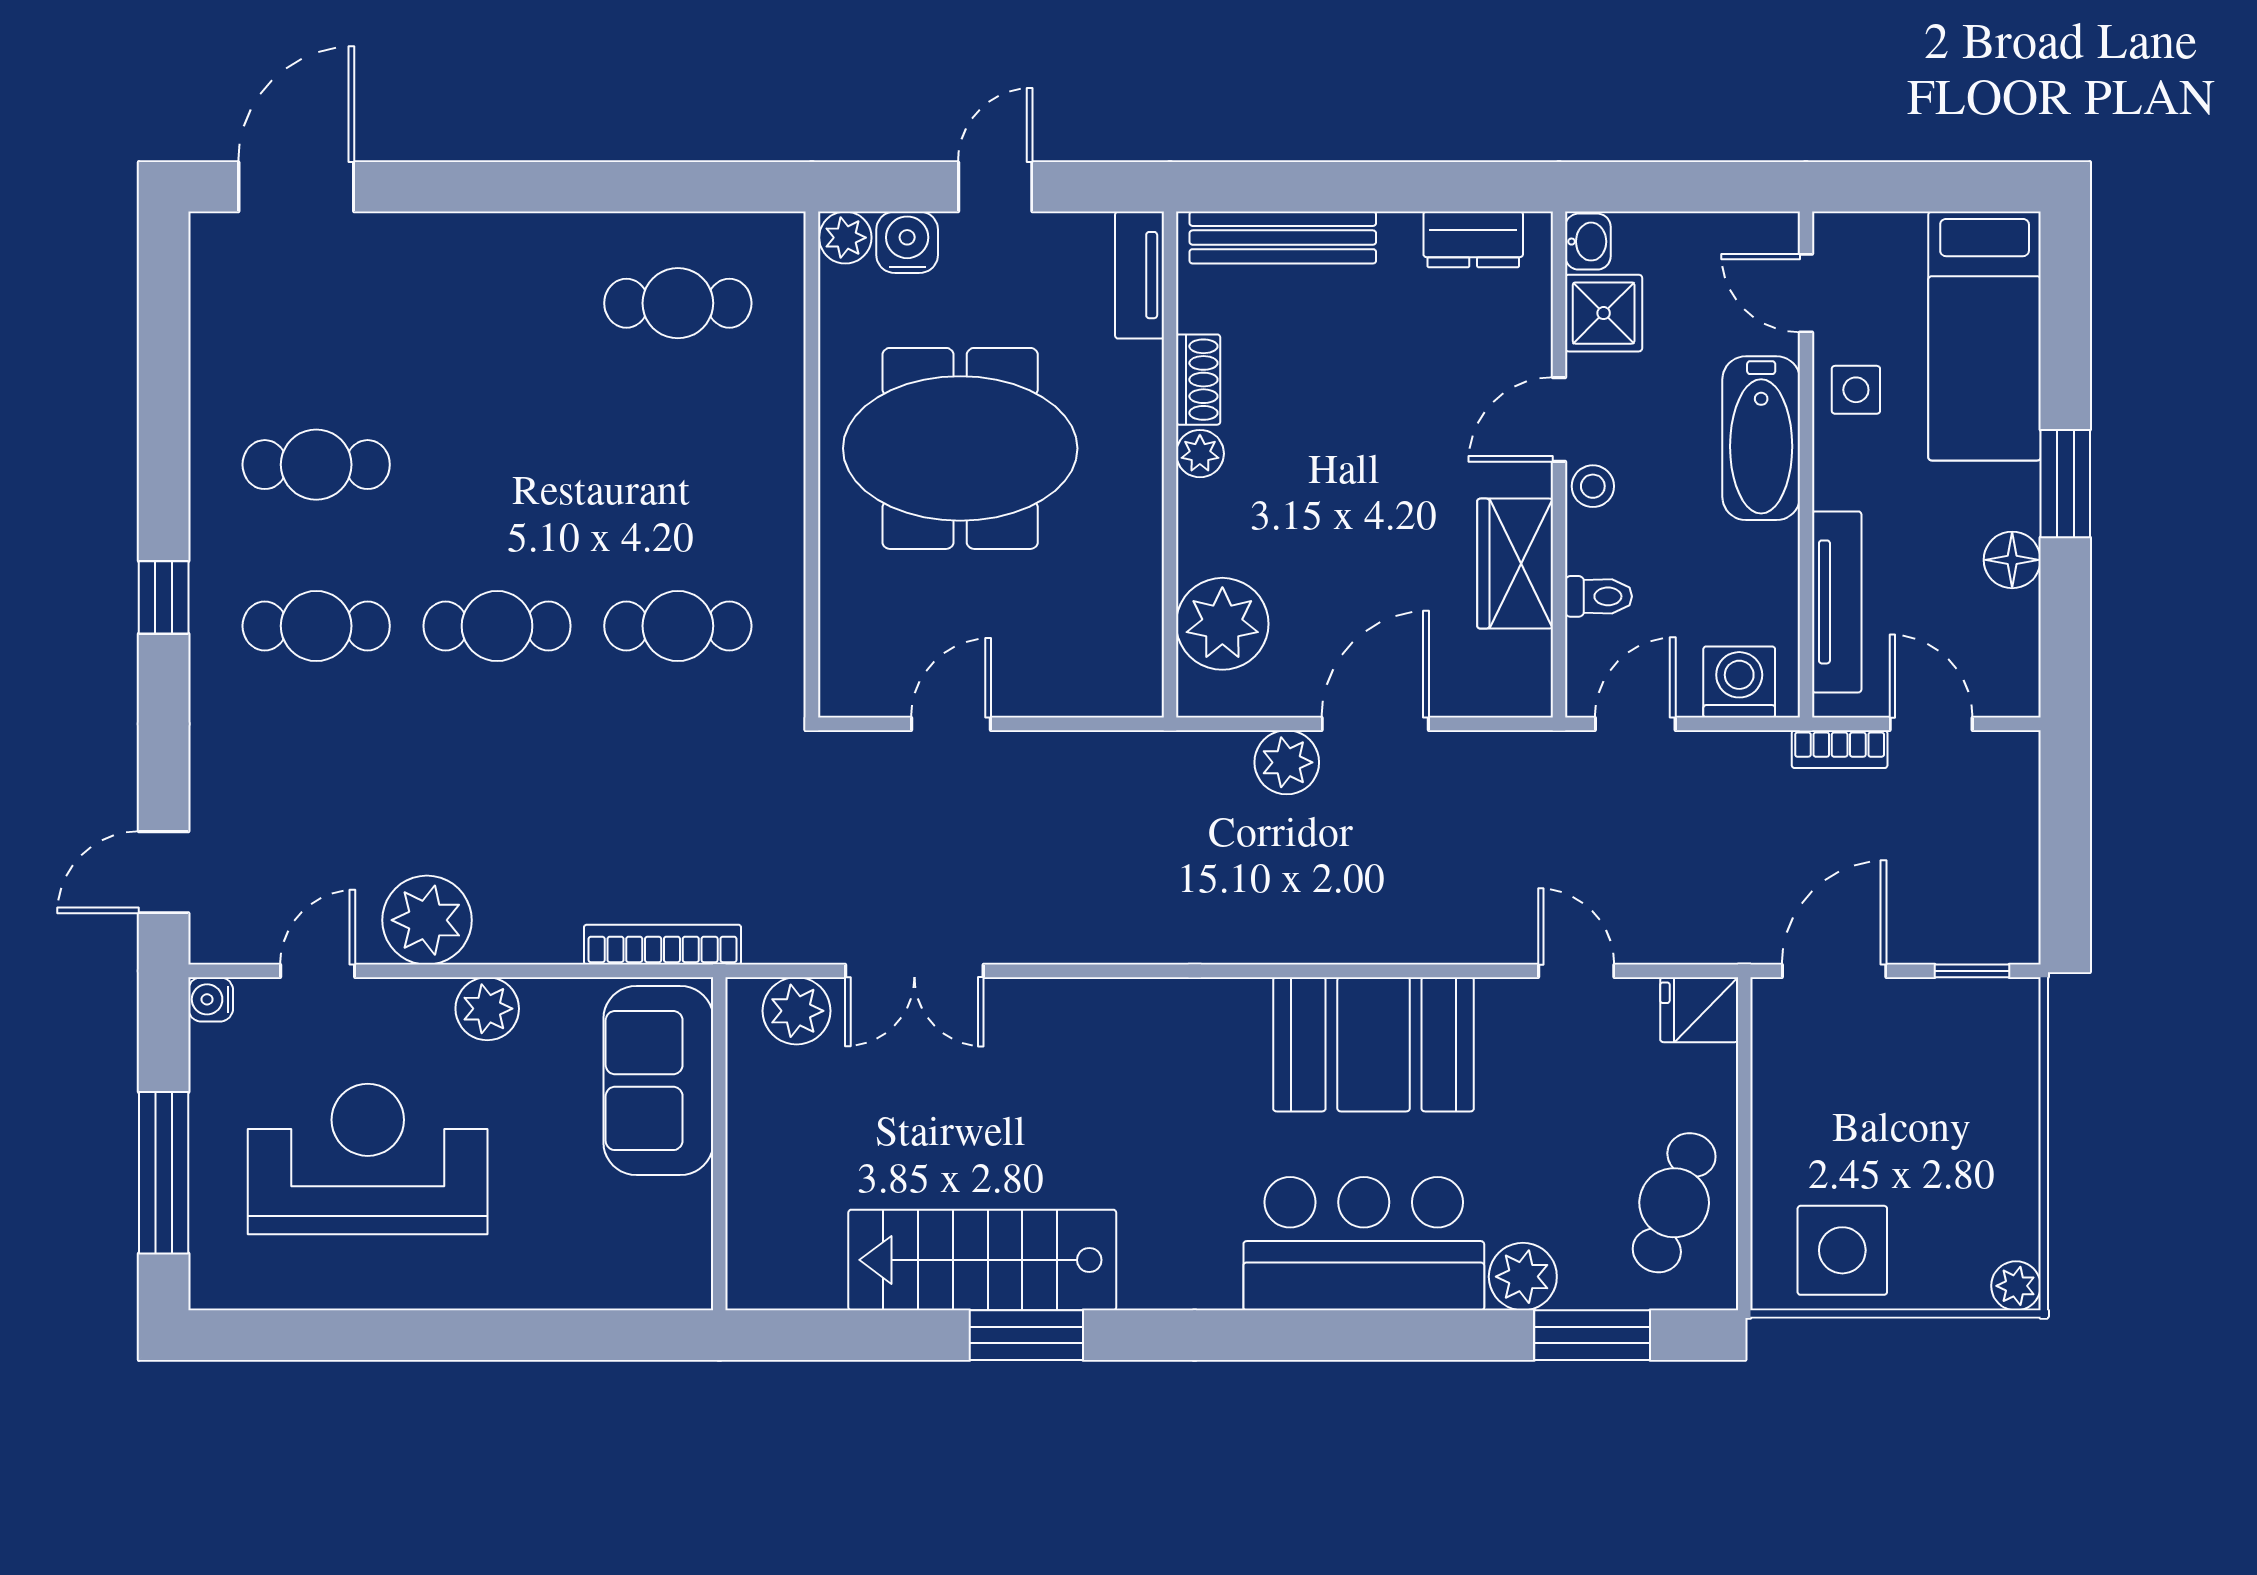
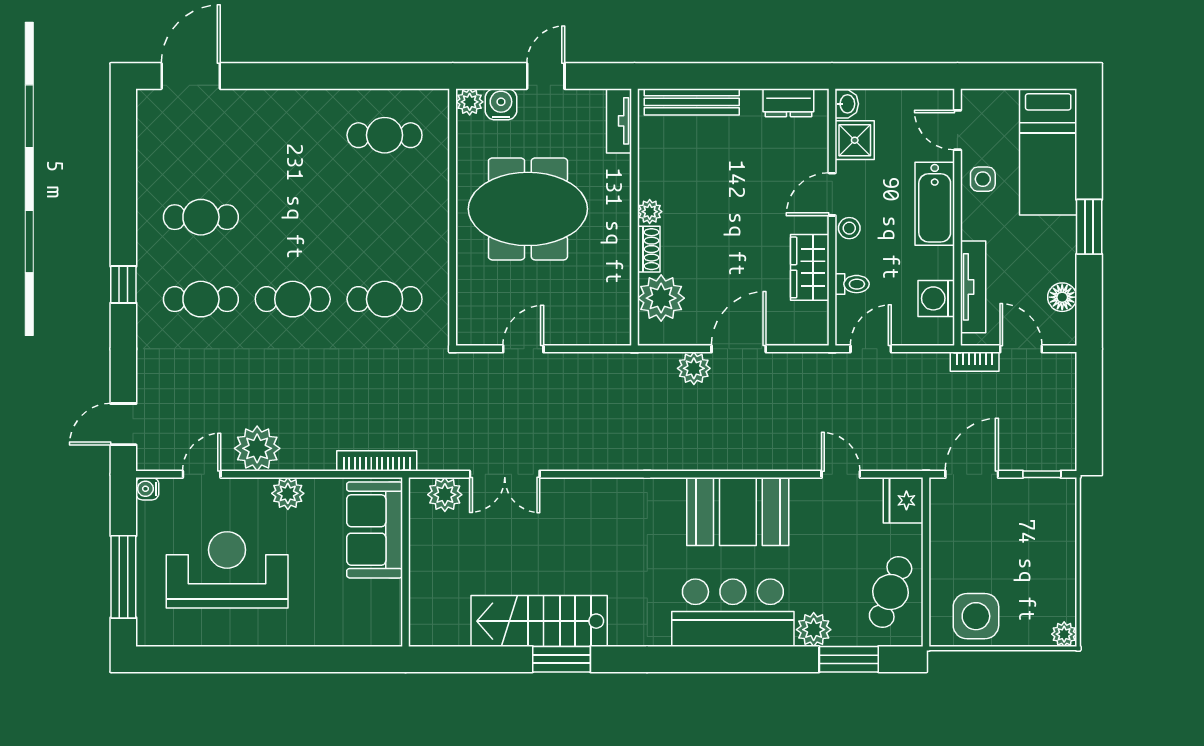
shoe rack: (1198, 380) -> (649, 249), moved
floor lamp: (2012, 560) -> (1062, 297), moved
washing machine: (1739, 682) -> (936, 298), moved, turned -90
fridge: (1699, 1010) -> (903, 500), width x1.38

